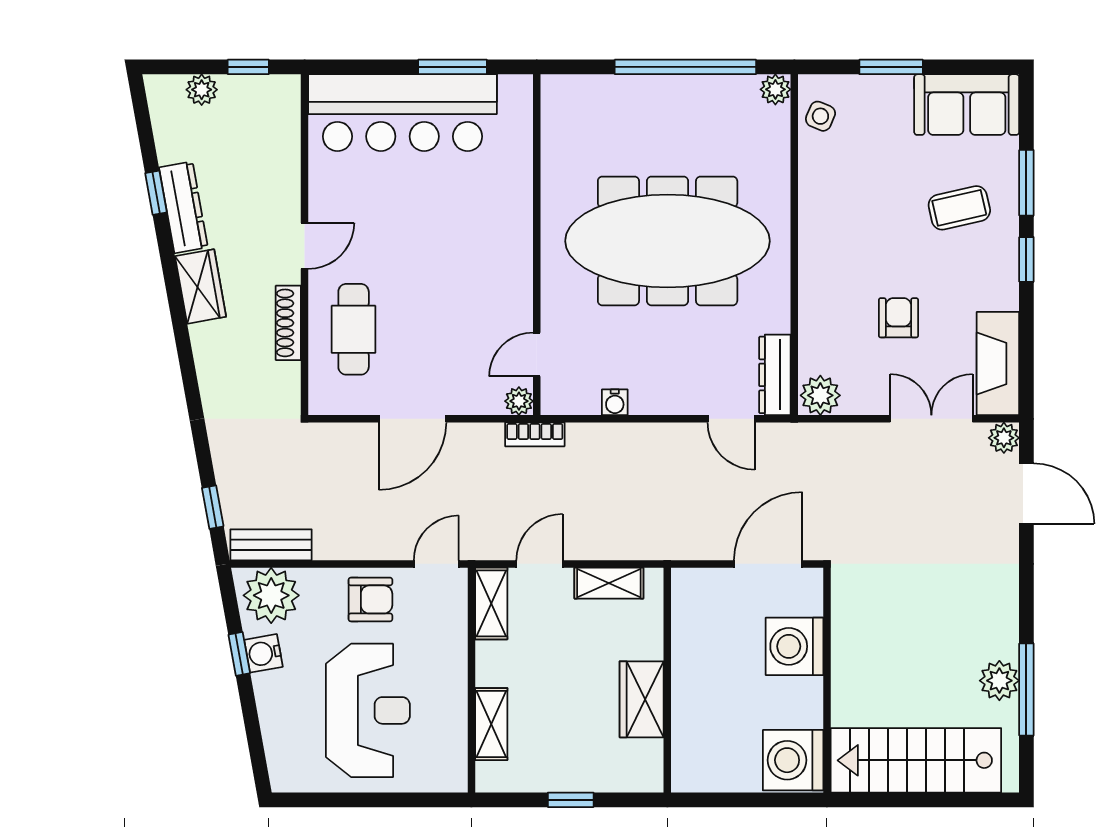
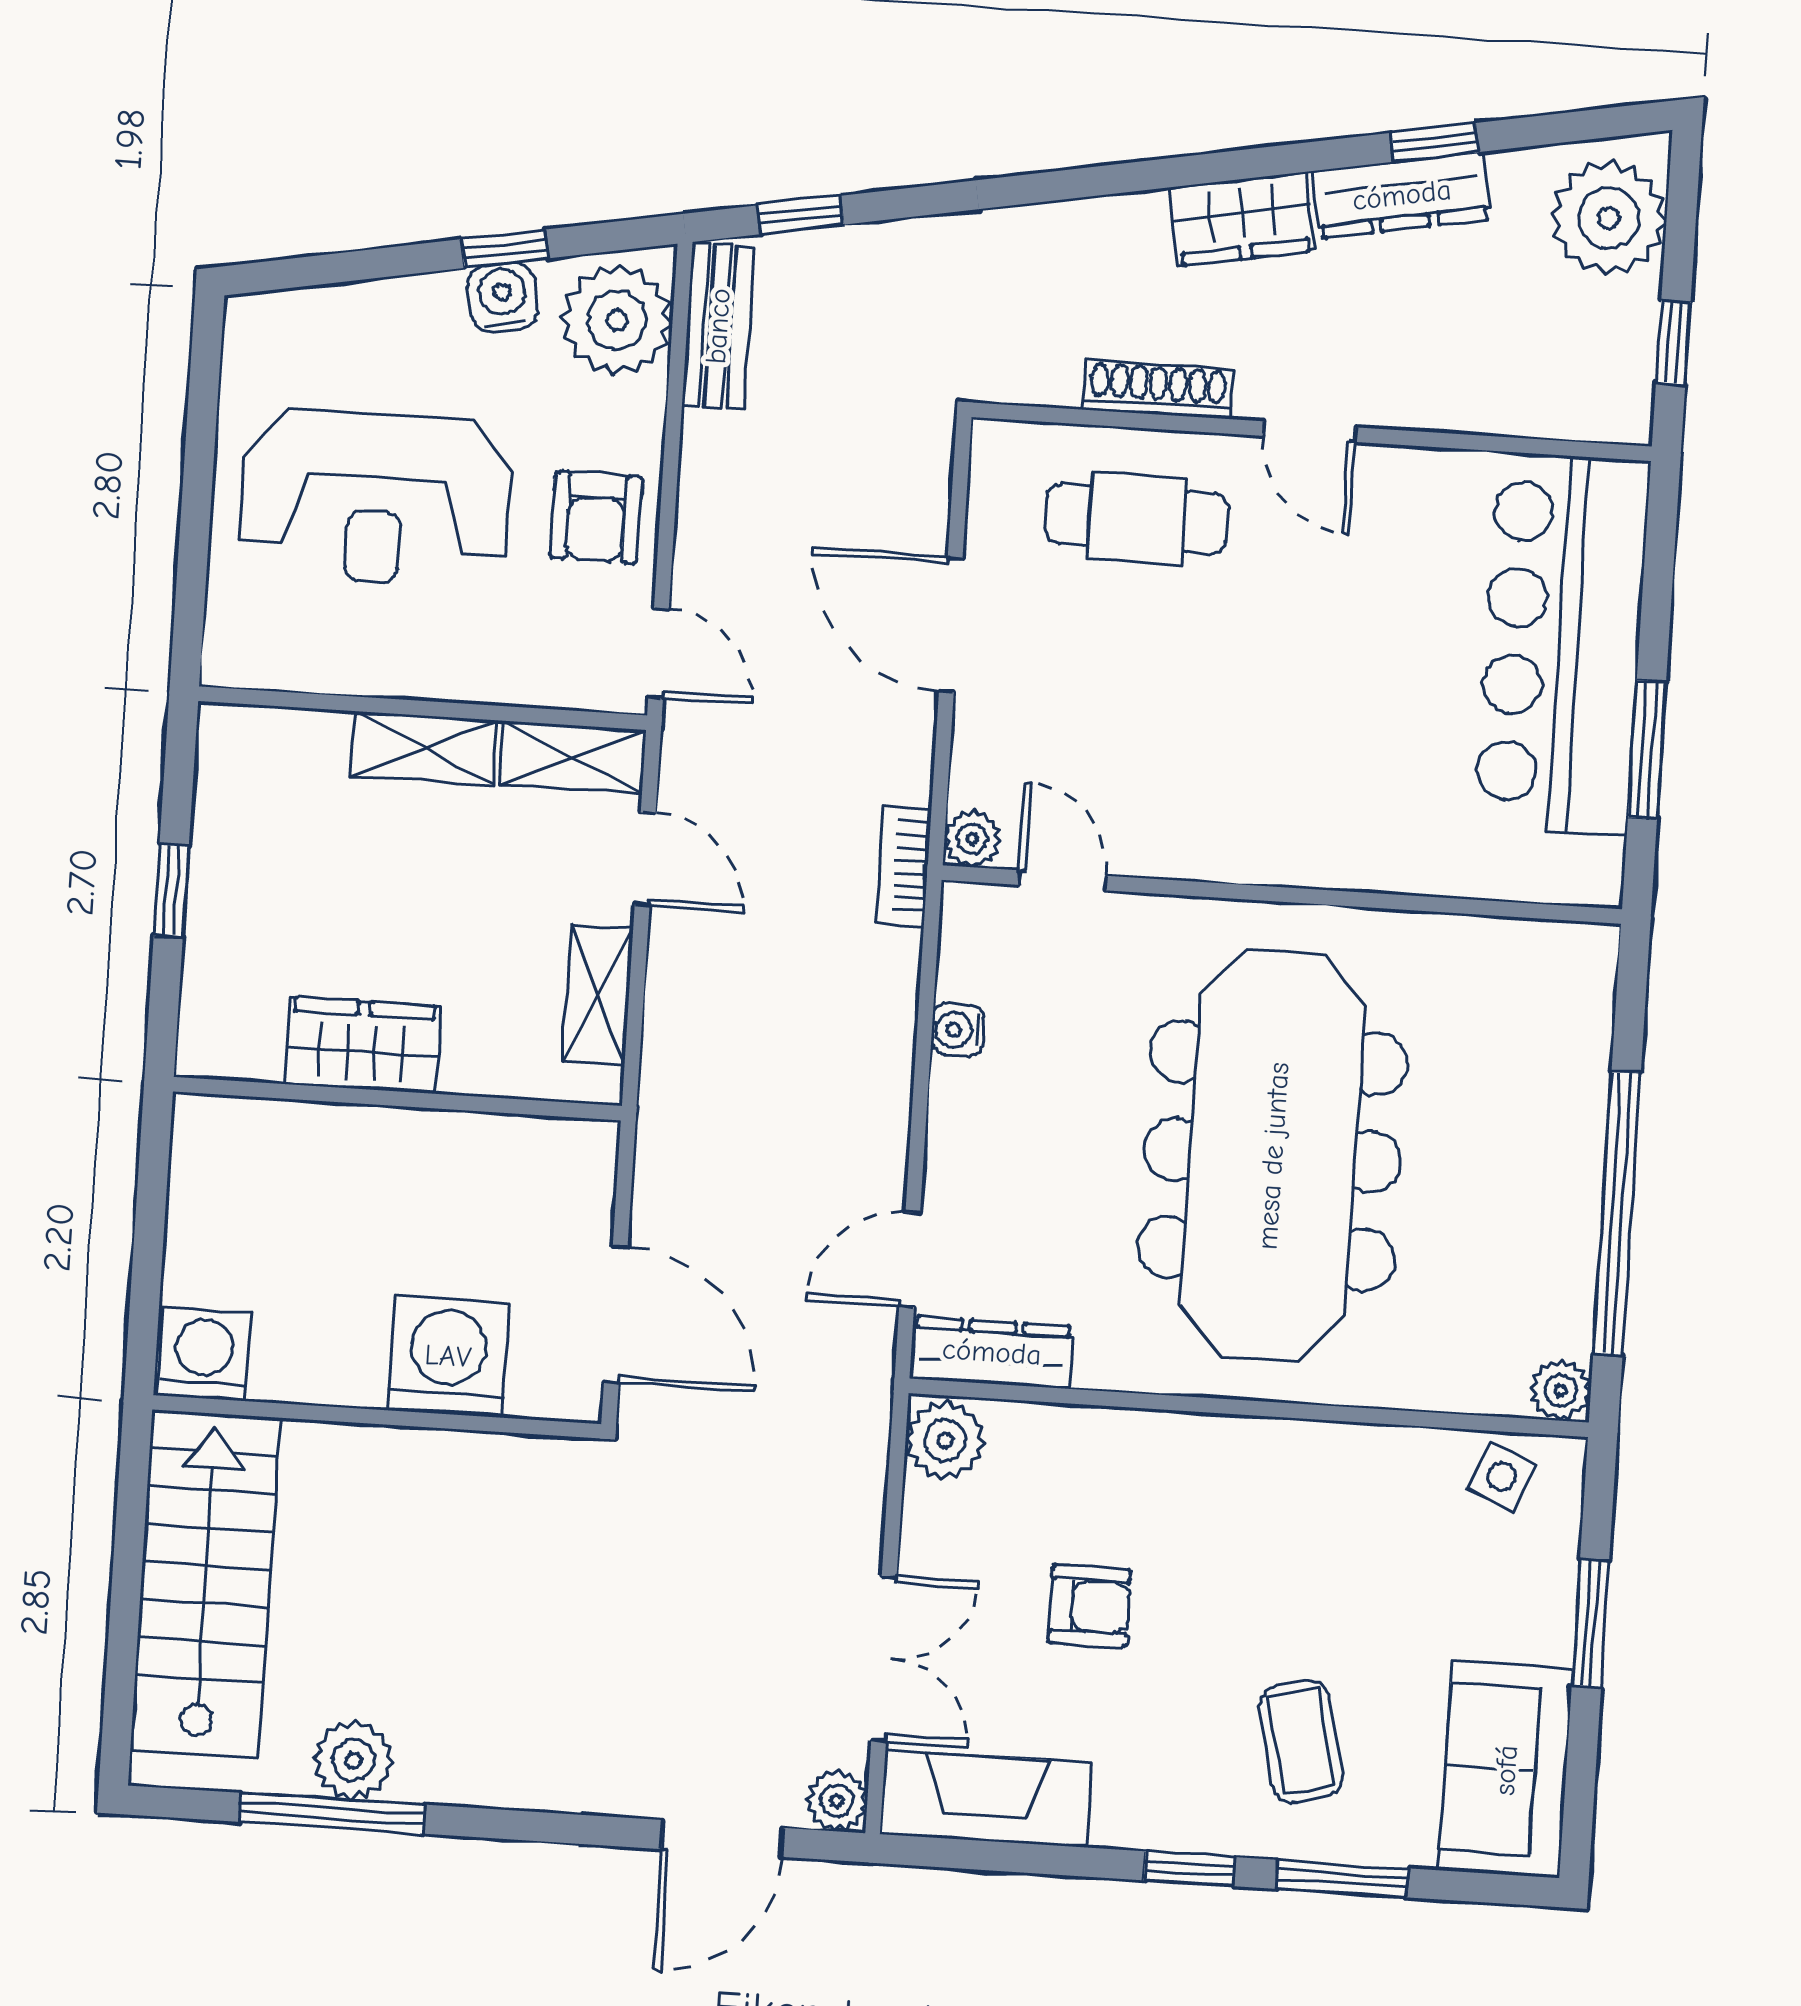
plant: (202, 90) -> (1609, 218), width x1.87, depth x1.87
shelving: (491, 724) -> (424, 748), moved
washing machine: (793, 760) -> (204, 1354), width x0.73, depth x0.73

